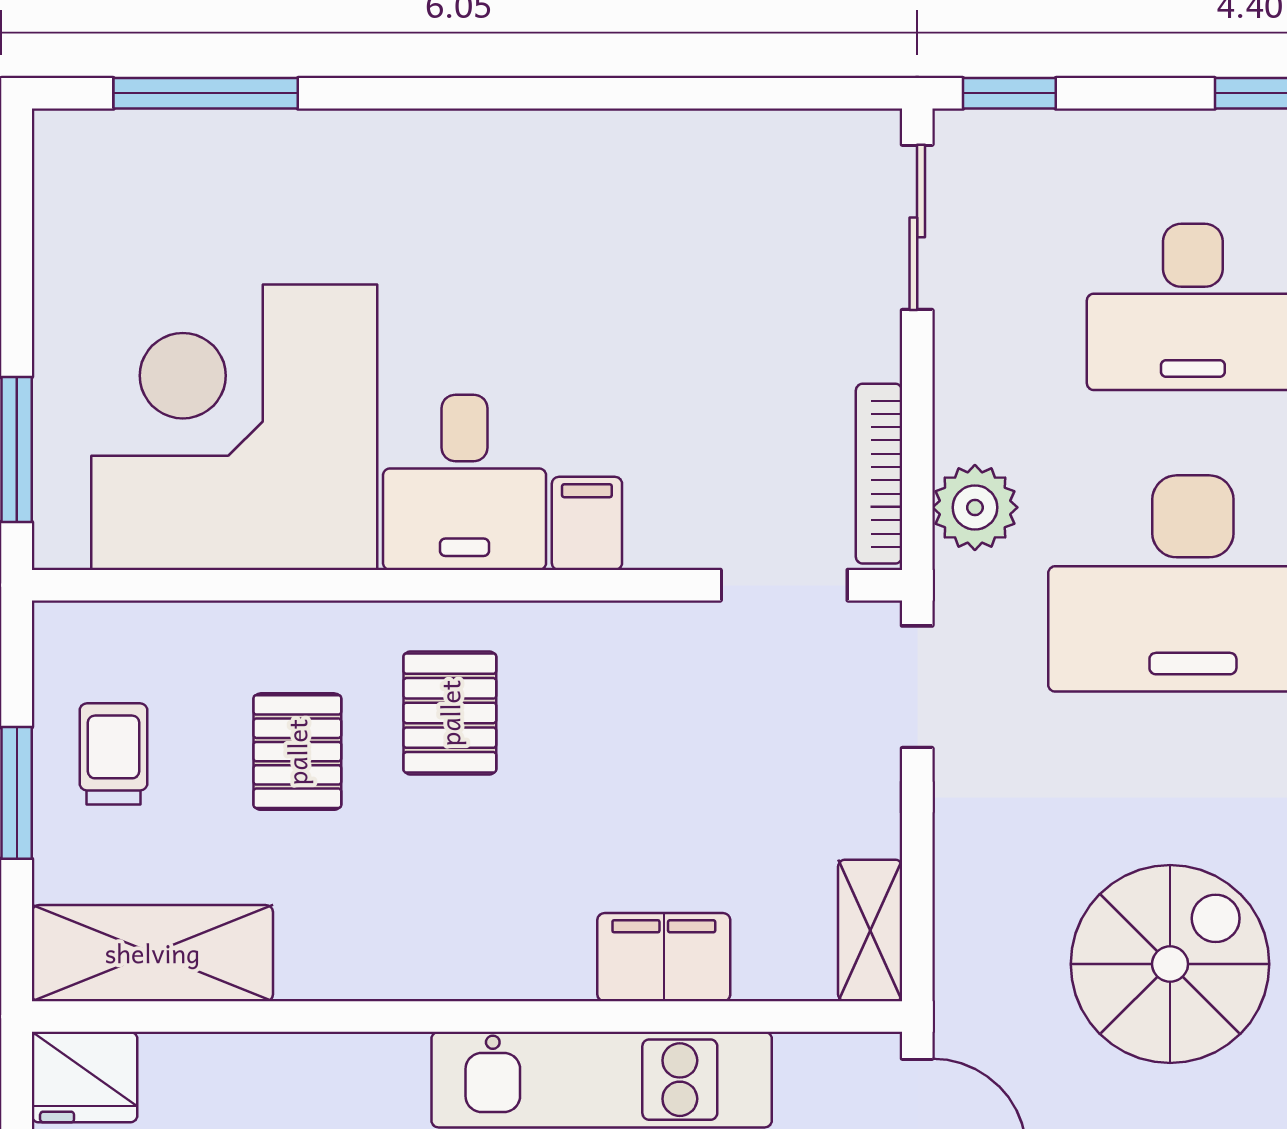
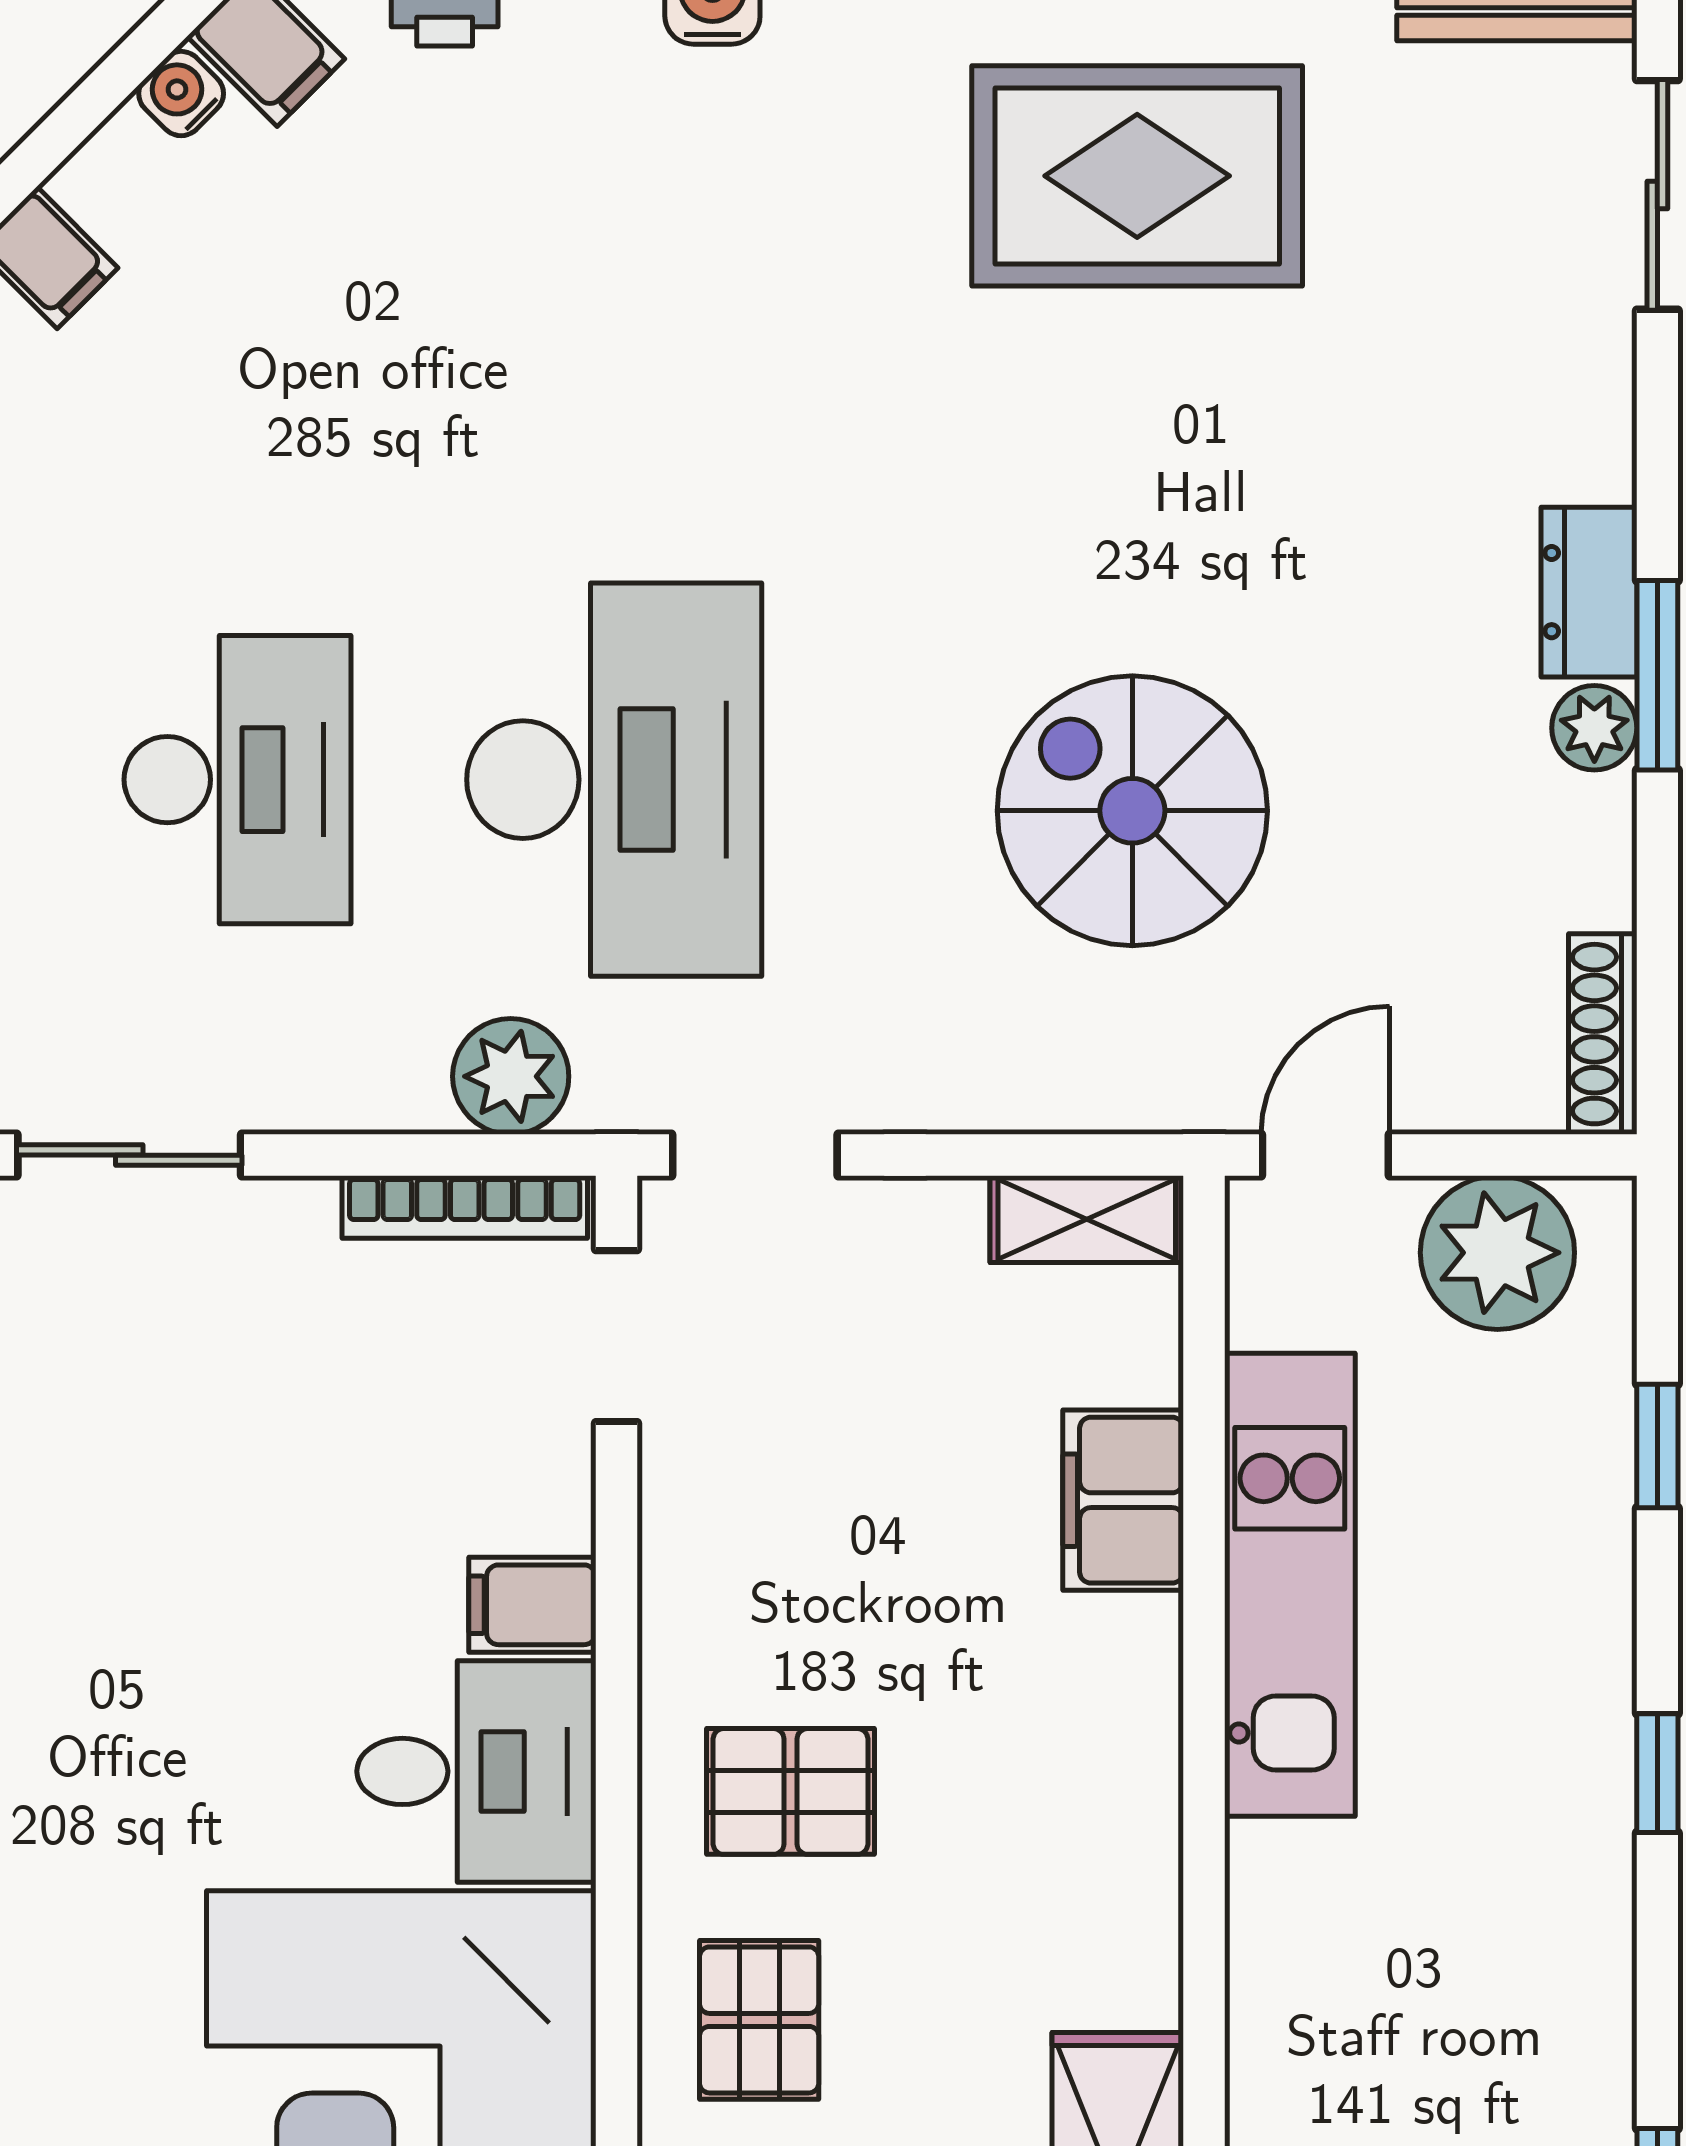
pallet: (297, 752) -> (759, 2020), moved, turned 90

